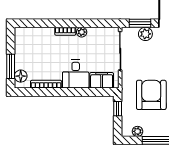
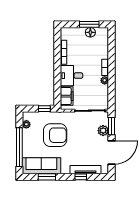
window: (11, 66) -> (89, 24), moved
floor lamp: (21, 76) -> (90, 32), moved

